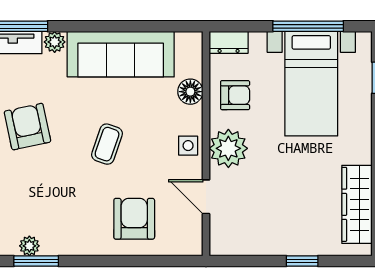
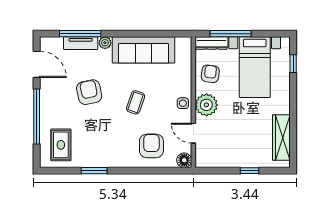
window: (308, 26) -> (231, 34), moved
dresser: (229, 42) -> (211, 43), width x1.44
floor lamp: (190, 92) -> (184, 160), moved
armchair: (235, 95) -> (210, 74), turned -83
plant: (29, 246) -> (90, 162), removed

